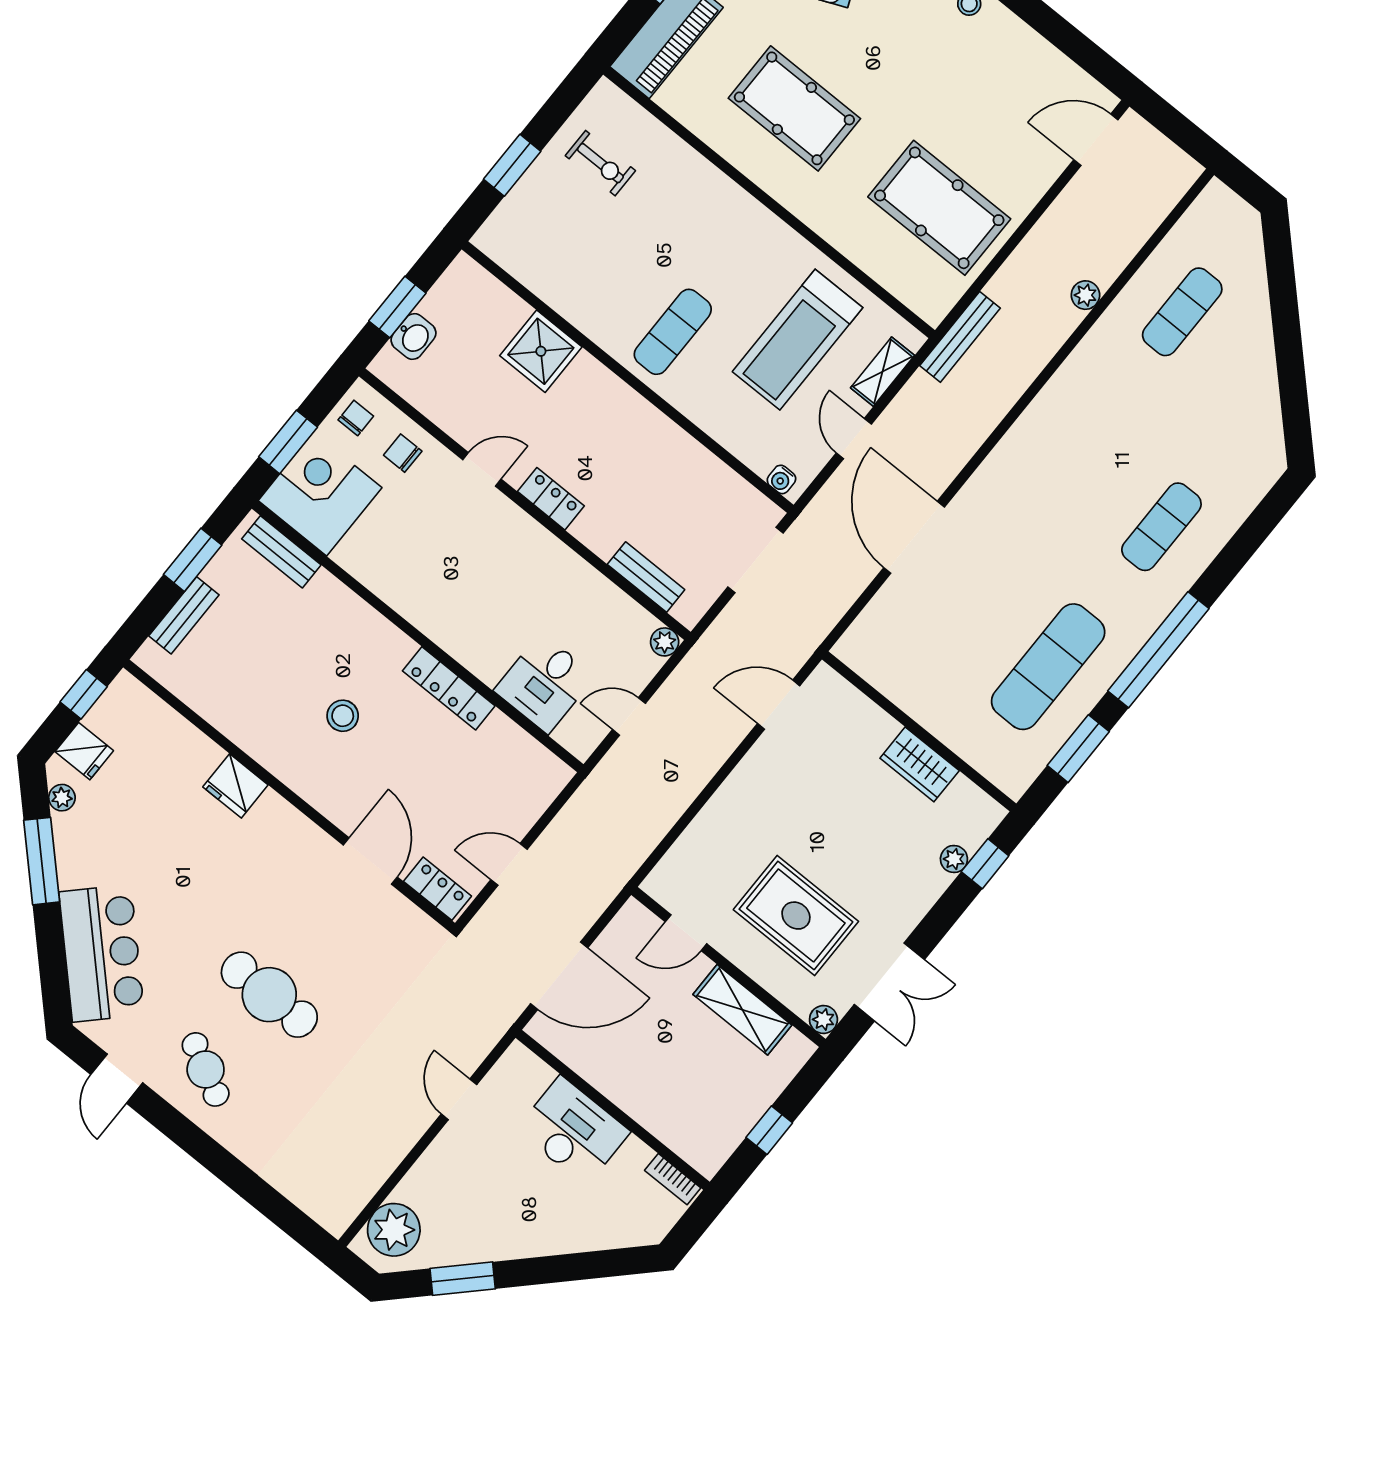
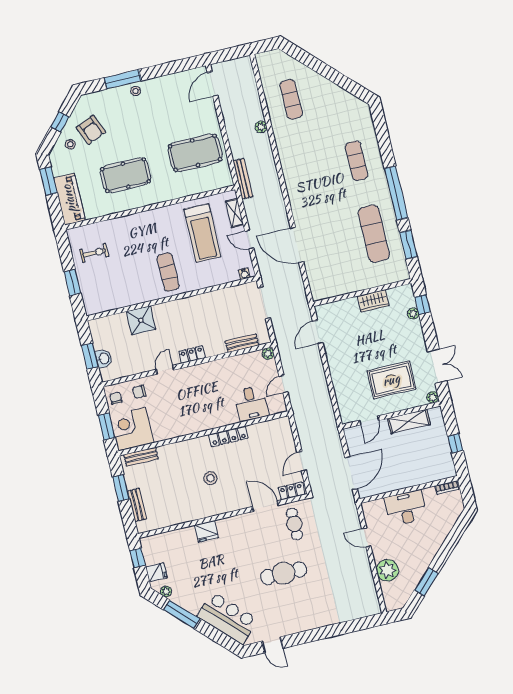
cafe table: (206, 1069) -> (294, 524), moved, turned 62
plant: (394, 1230) -> (387, 570), moved

